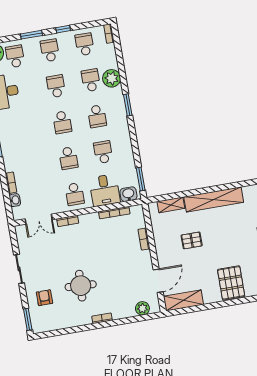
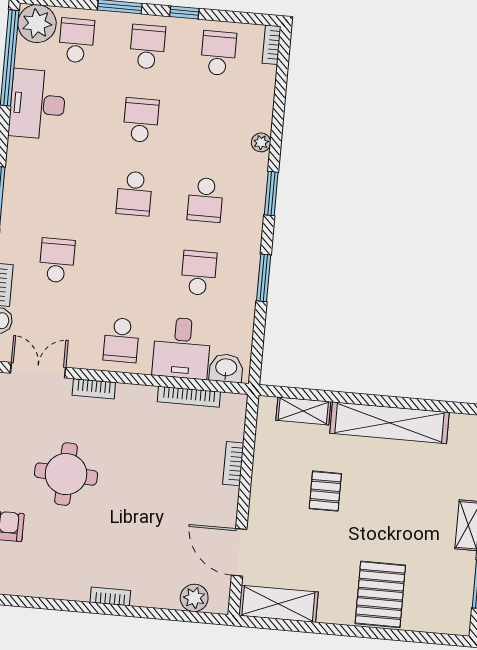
plant: (112, 78) -> (261, 142), width x0.53, depth x0.53
school desk: (91, 80) -> (212, 126), removed
school desk: (68, 158) -> (57, 260), moved, turned 180
window: (141, 179) -> (264, 278), moved
double door: (39, 219) -> (38, 370), swing flipped
pallet: (192, 240) -> (325, 491), turned 90
door: (158, 281) -> (239, 552), swing flipped
round table: (81, 286) -> (66, 474), moved

